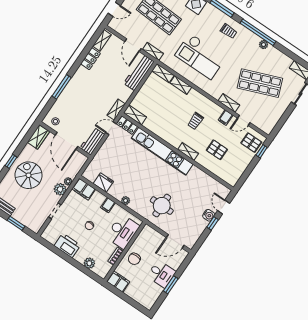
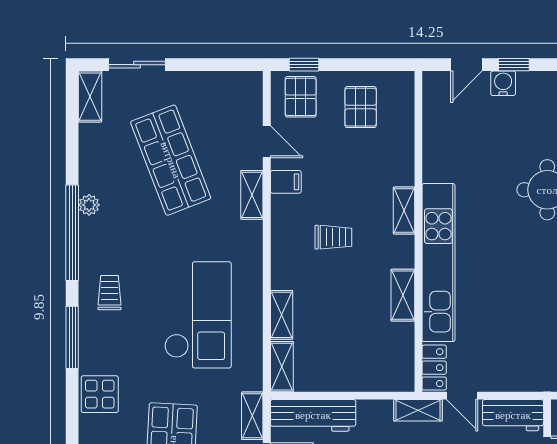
shelving: (135, 115) -> (403, 295), moved
pallet: (217, 150) -> (361, 107), moved

